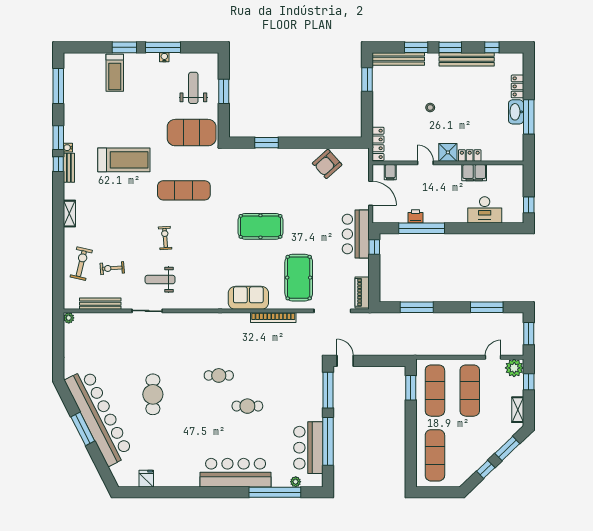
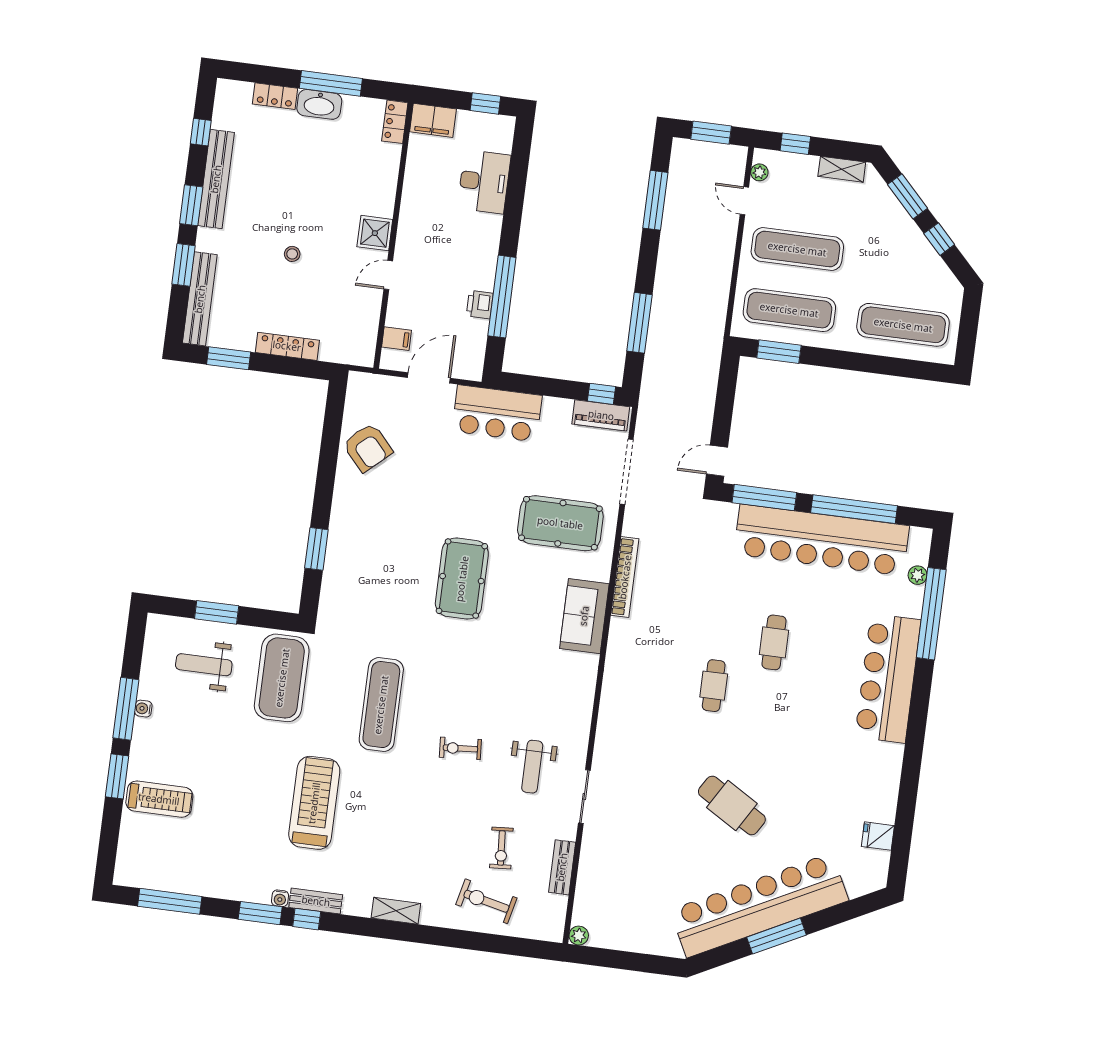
locker: (378, 144) -> (287, 346), moved
locker: (470, 155) -> (395, 122), moved
filing cabinet: (474, 173) -> (433, 120), moved, turned 90
window: (374, 247) -> (602, 394), moved
bench: (100, 304) -> (562, 867), width x0.73
plant: (514, 368) -> (759, 172), width x0.53, depth x0.53
cafe table: (153, 394) -> (732, 805), turned 31
bar counter: (308, 448) -> (822, 540), width x1.86

